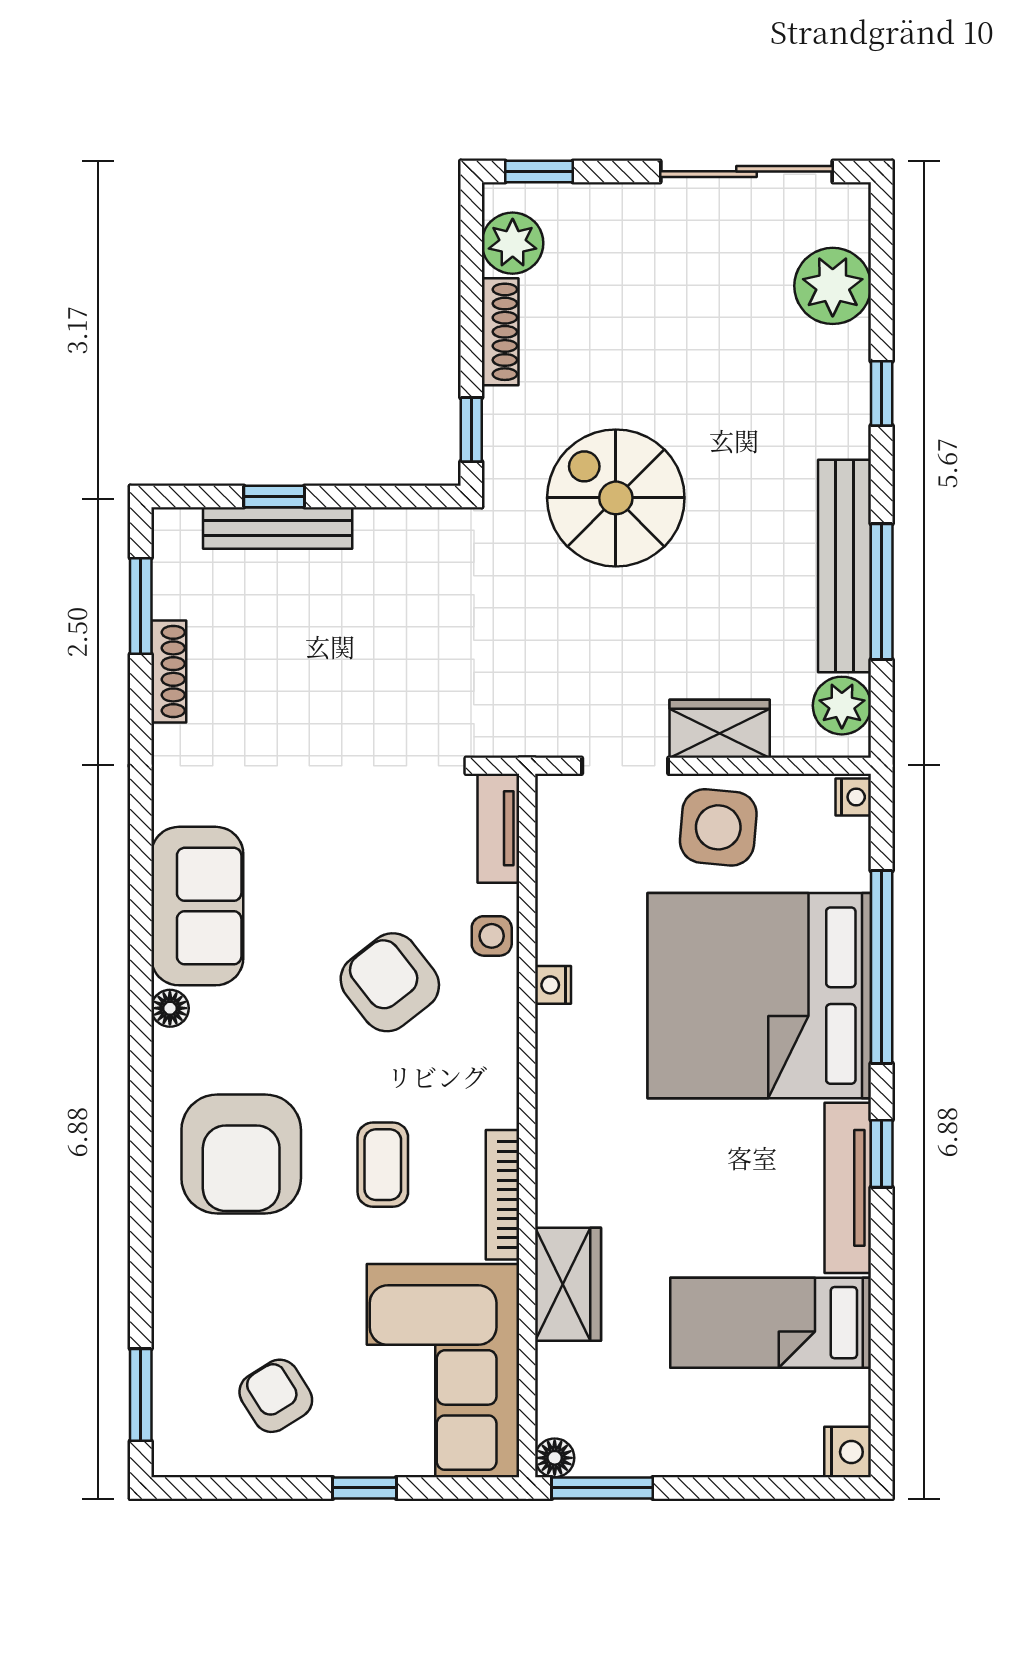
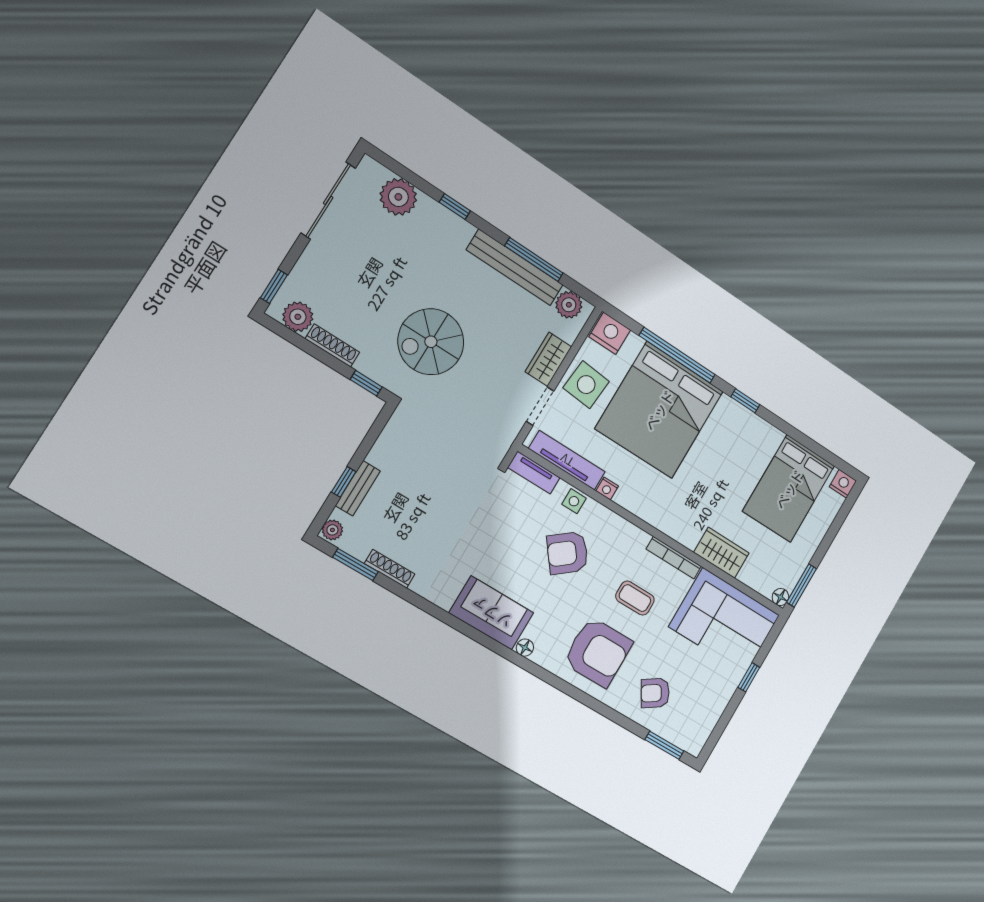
plant: (178, 528) -> (332, 530), added
bench: (278, 528) -> (358, 488), width x0.73
nightstand: (853, 797) -> (610, 333), width x1.89, depth x1.79
tv unit: (848, 1188) -> (567, 460), moved, turned 180
bed: (771, 1323) -> (789, 489), width x1.50
armchair: (276, 1396) -> (655, 693), moved

